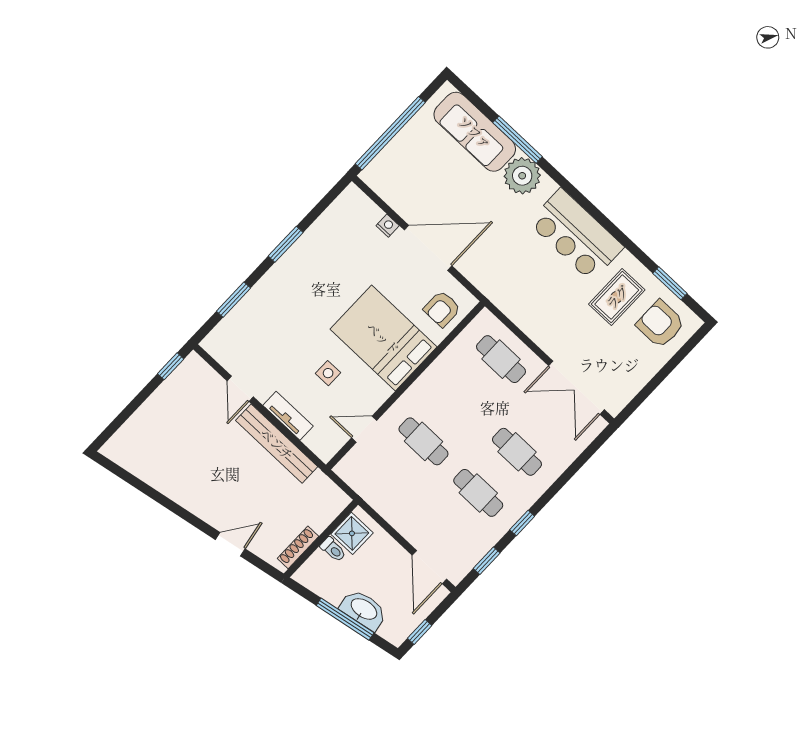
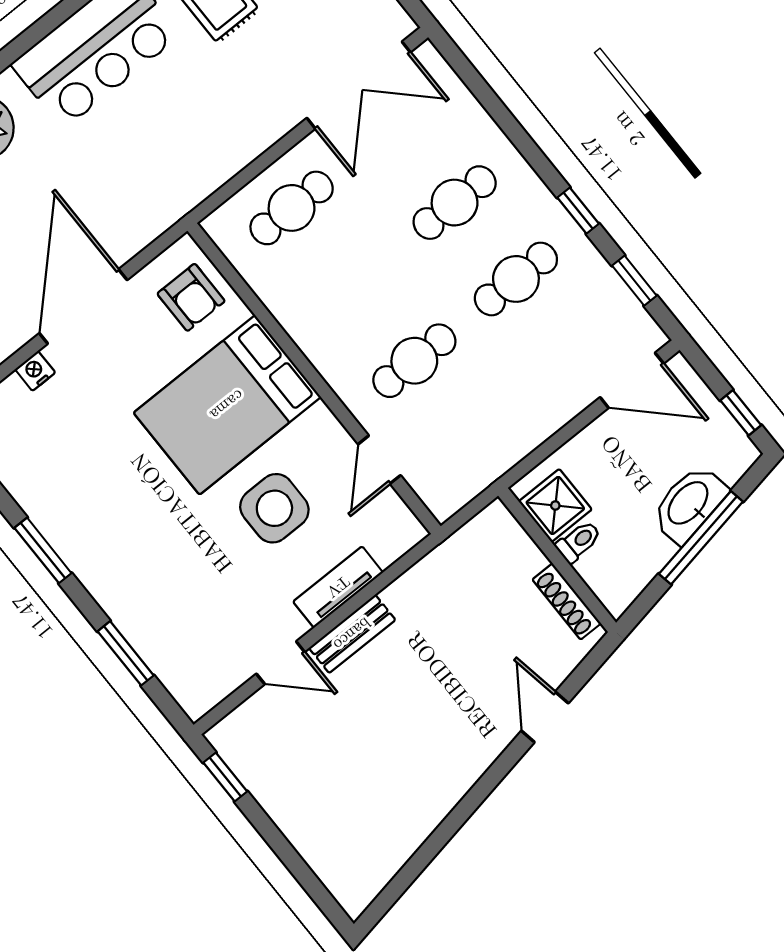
side table: (328, 373) -> (274, 508), width x1.87, depth x1.87
bench: (277, 444) -> (352, 634), width x0.54, depth x0.82

